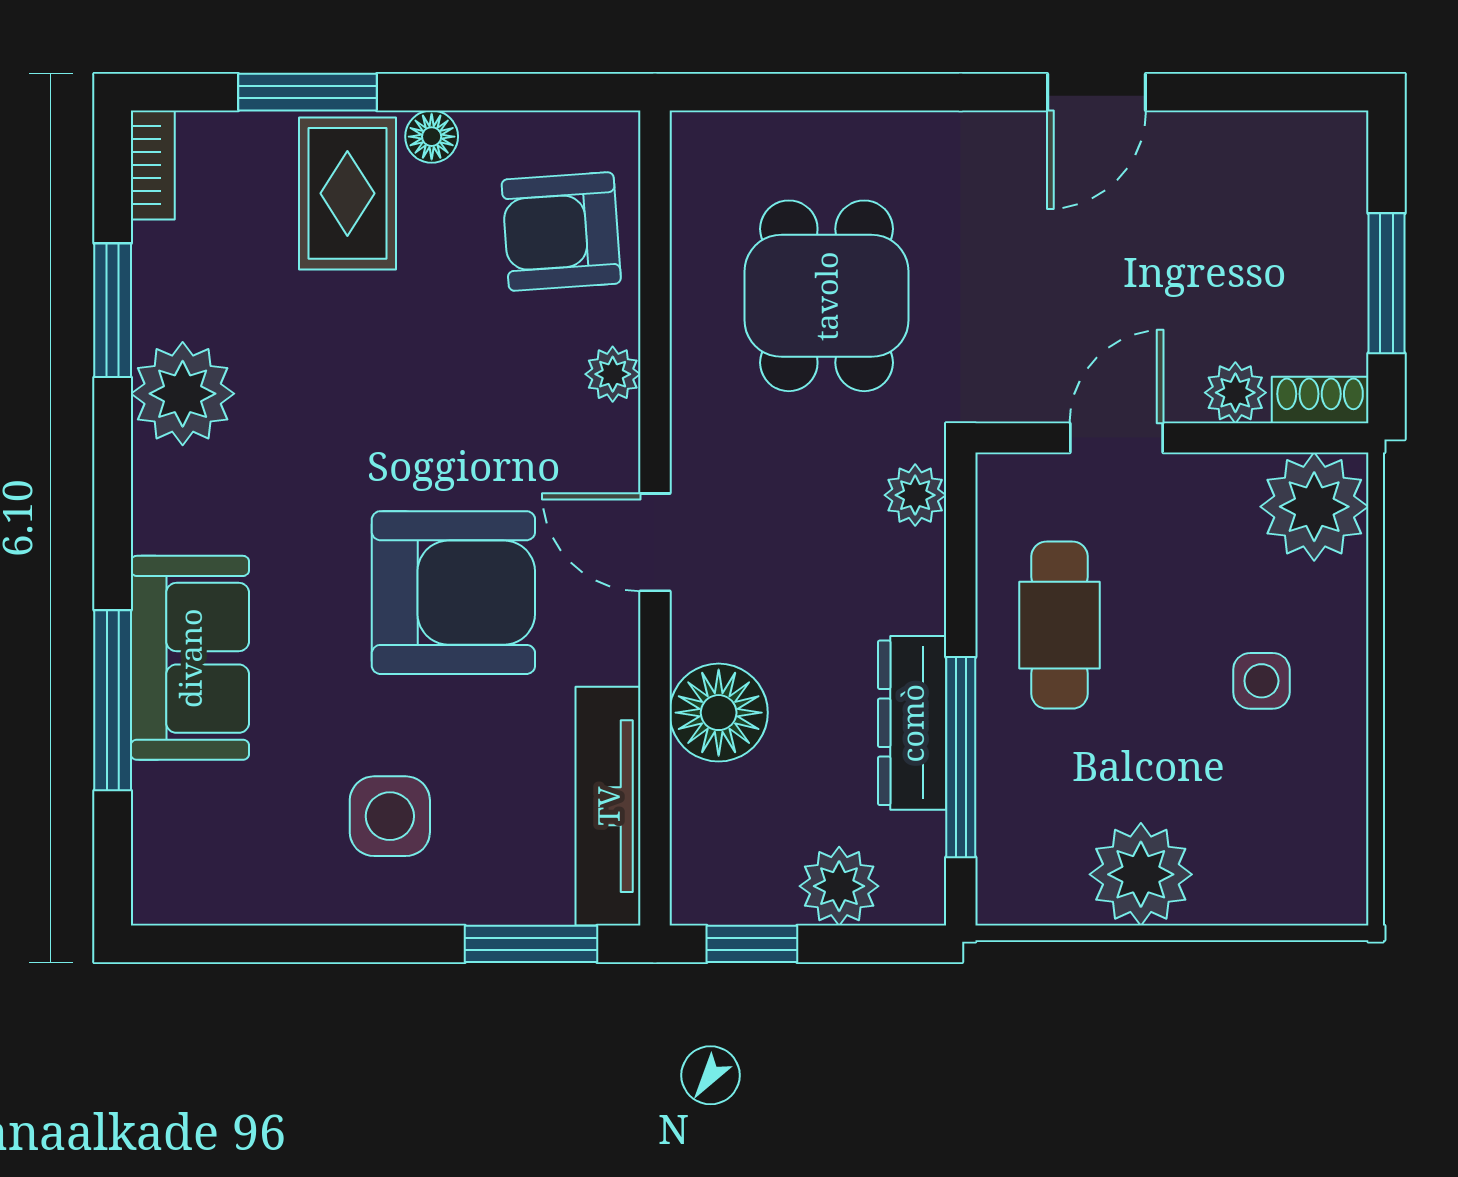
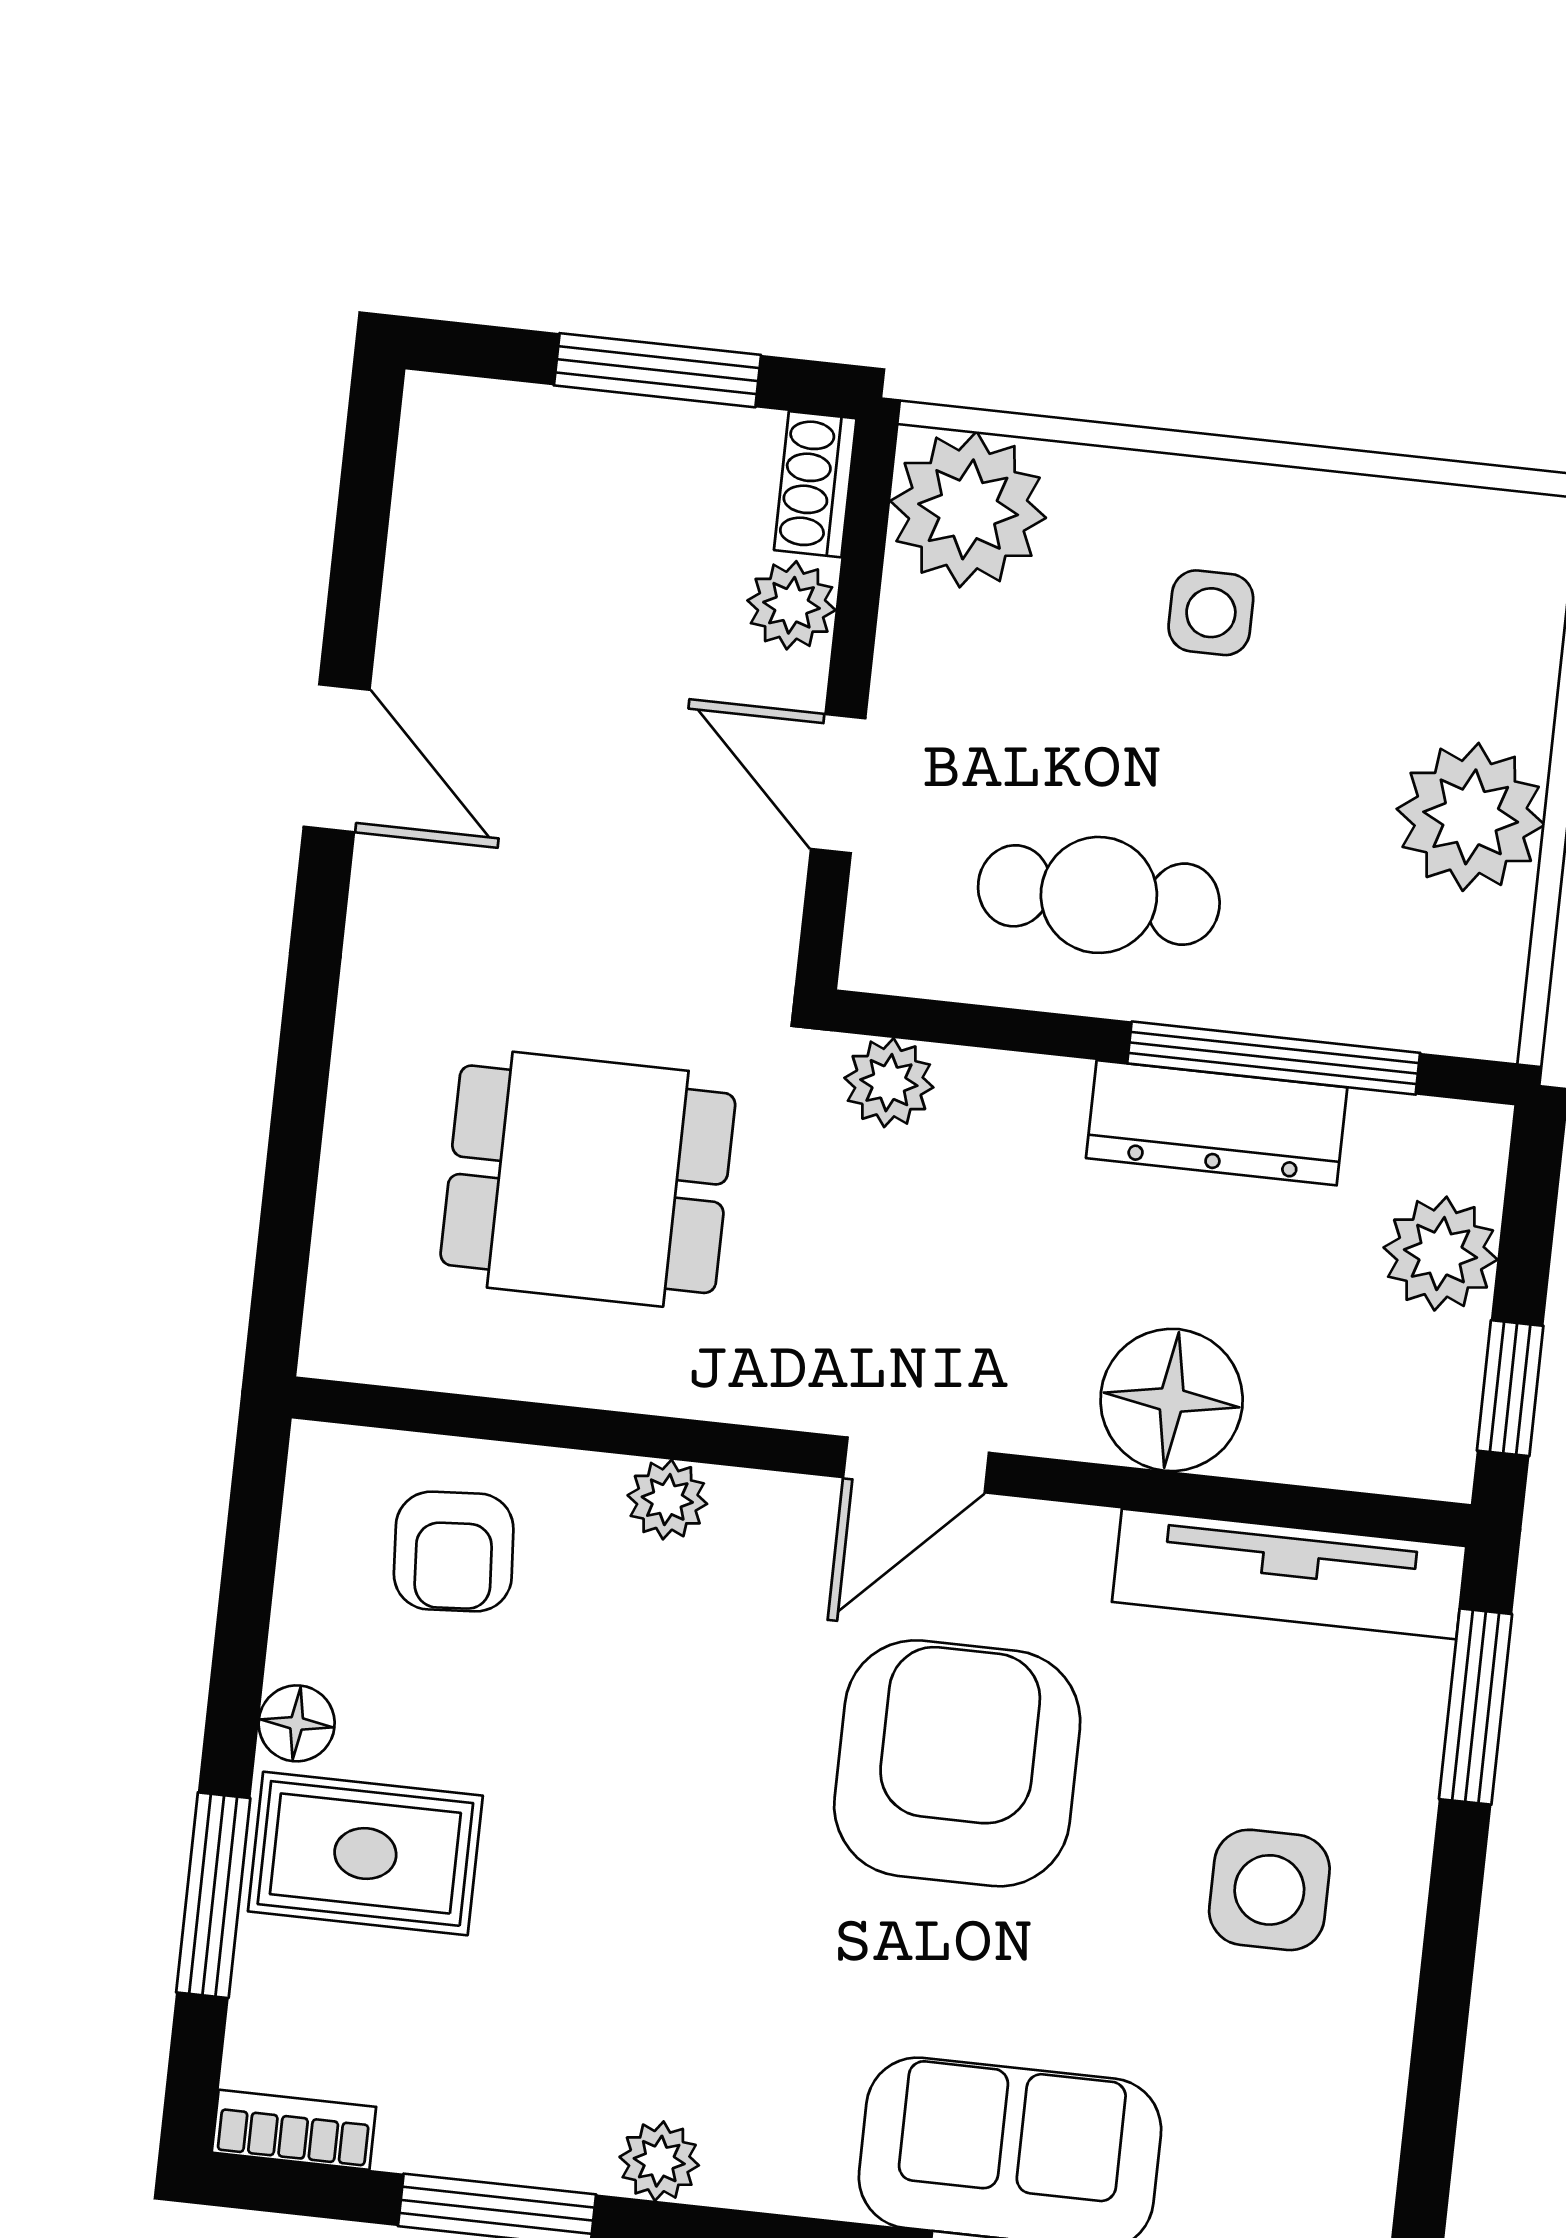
armchair: (561, 232) -> (454, 1552), width x0.72, depth x0.72
plant: (183, 394) -> (659, 2161), width x0.53, depth x0.53

